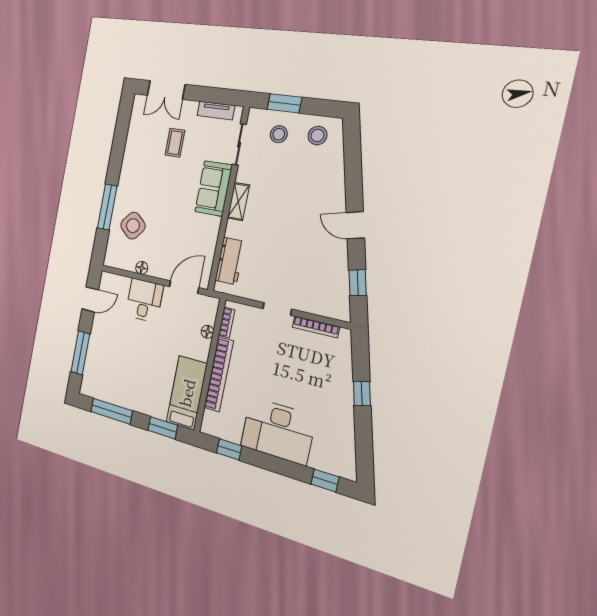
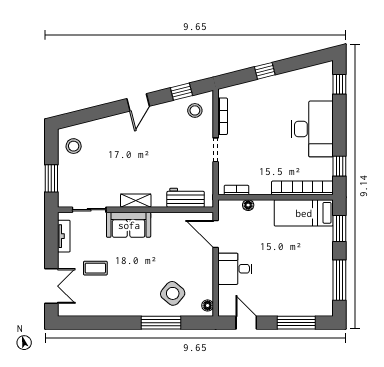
stool: (279, 134) -> (195, 110), moved
floor lamp: (142, 268) -> (208, 305), moved
bookcase: (219, 374) -> (302, 188), moved

